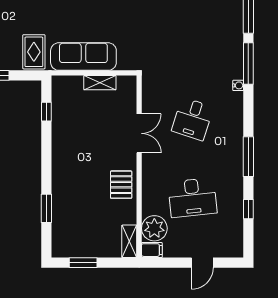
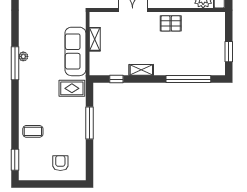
window: (46, 208) -> (188, 79), width x2.11
shelving: (129, 241) -> (141, 70), moved

